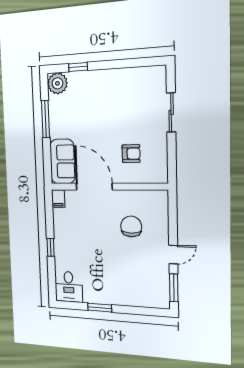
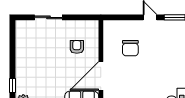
chair: (131, 226) -> (130, 48), turned -90

